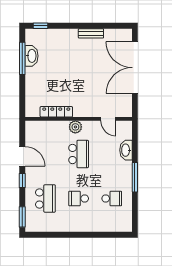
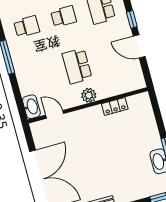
locker: (56, 112) -> (115, 106), width x0.66
washbasin: (126, 150) -> (31, 107), moved
school desk: (112, 198) -> (27, 26), turned 180

